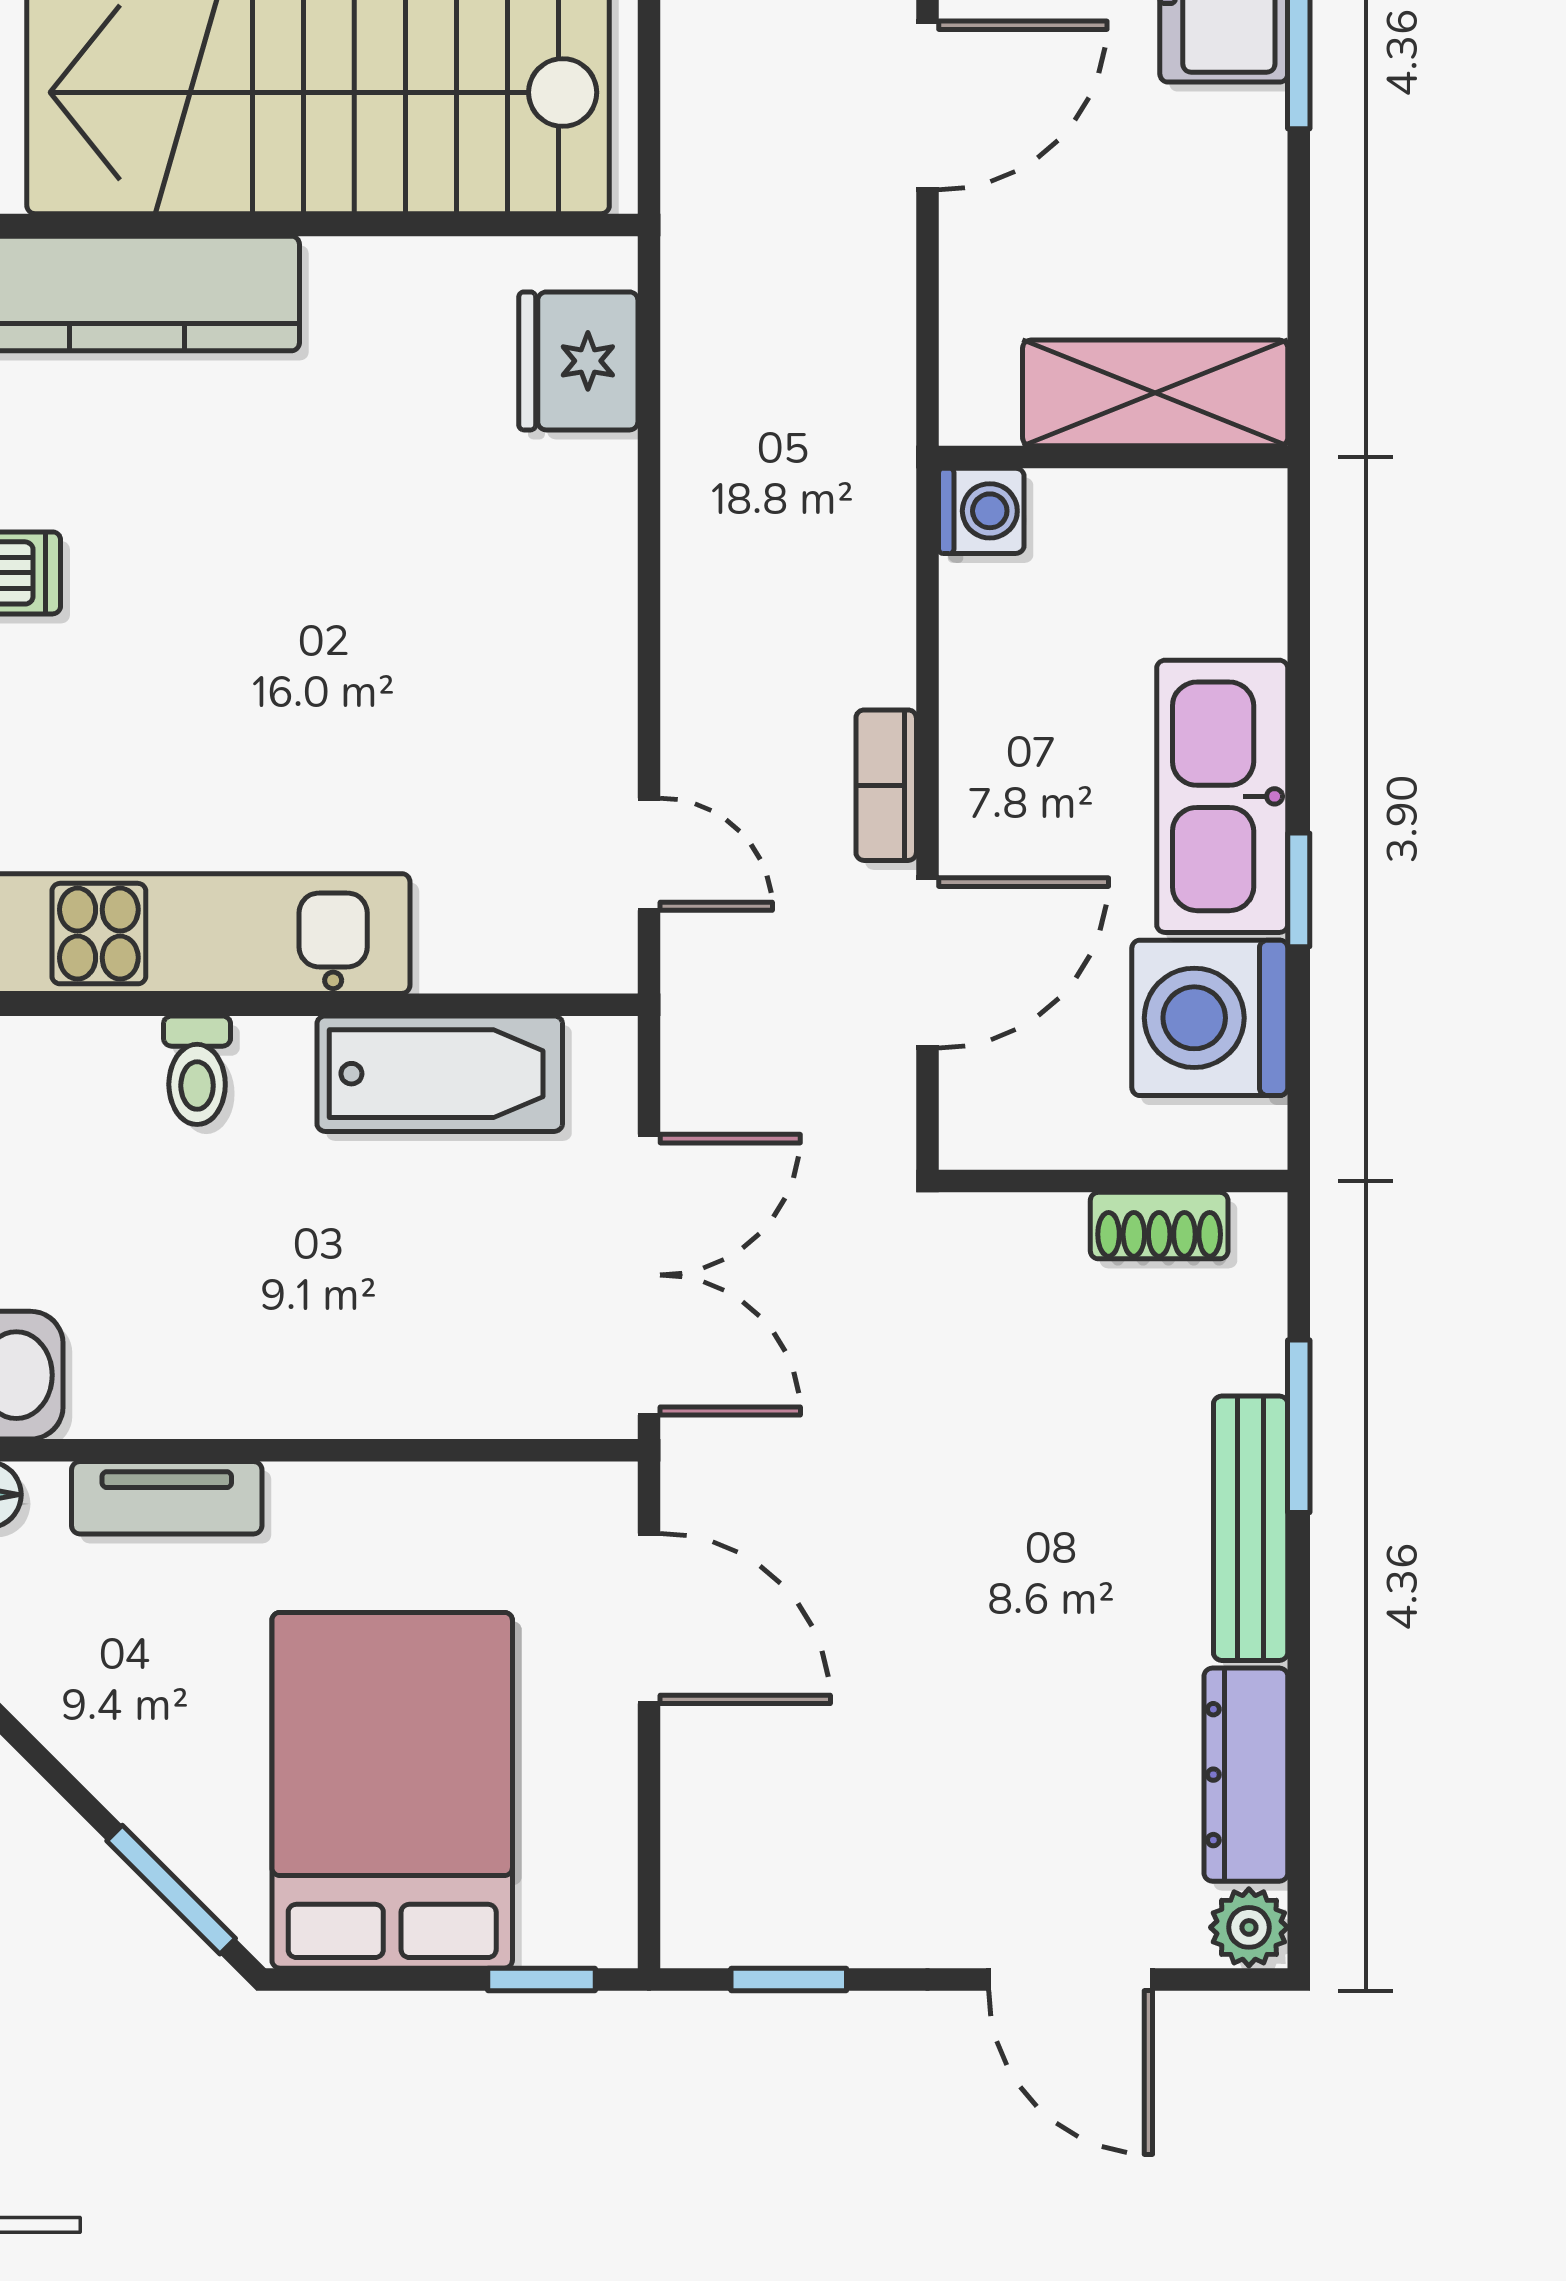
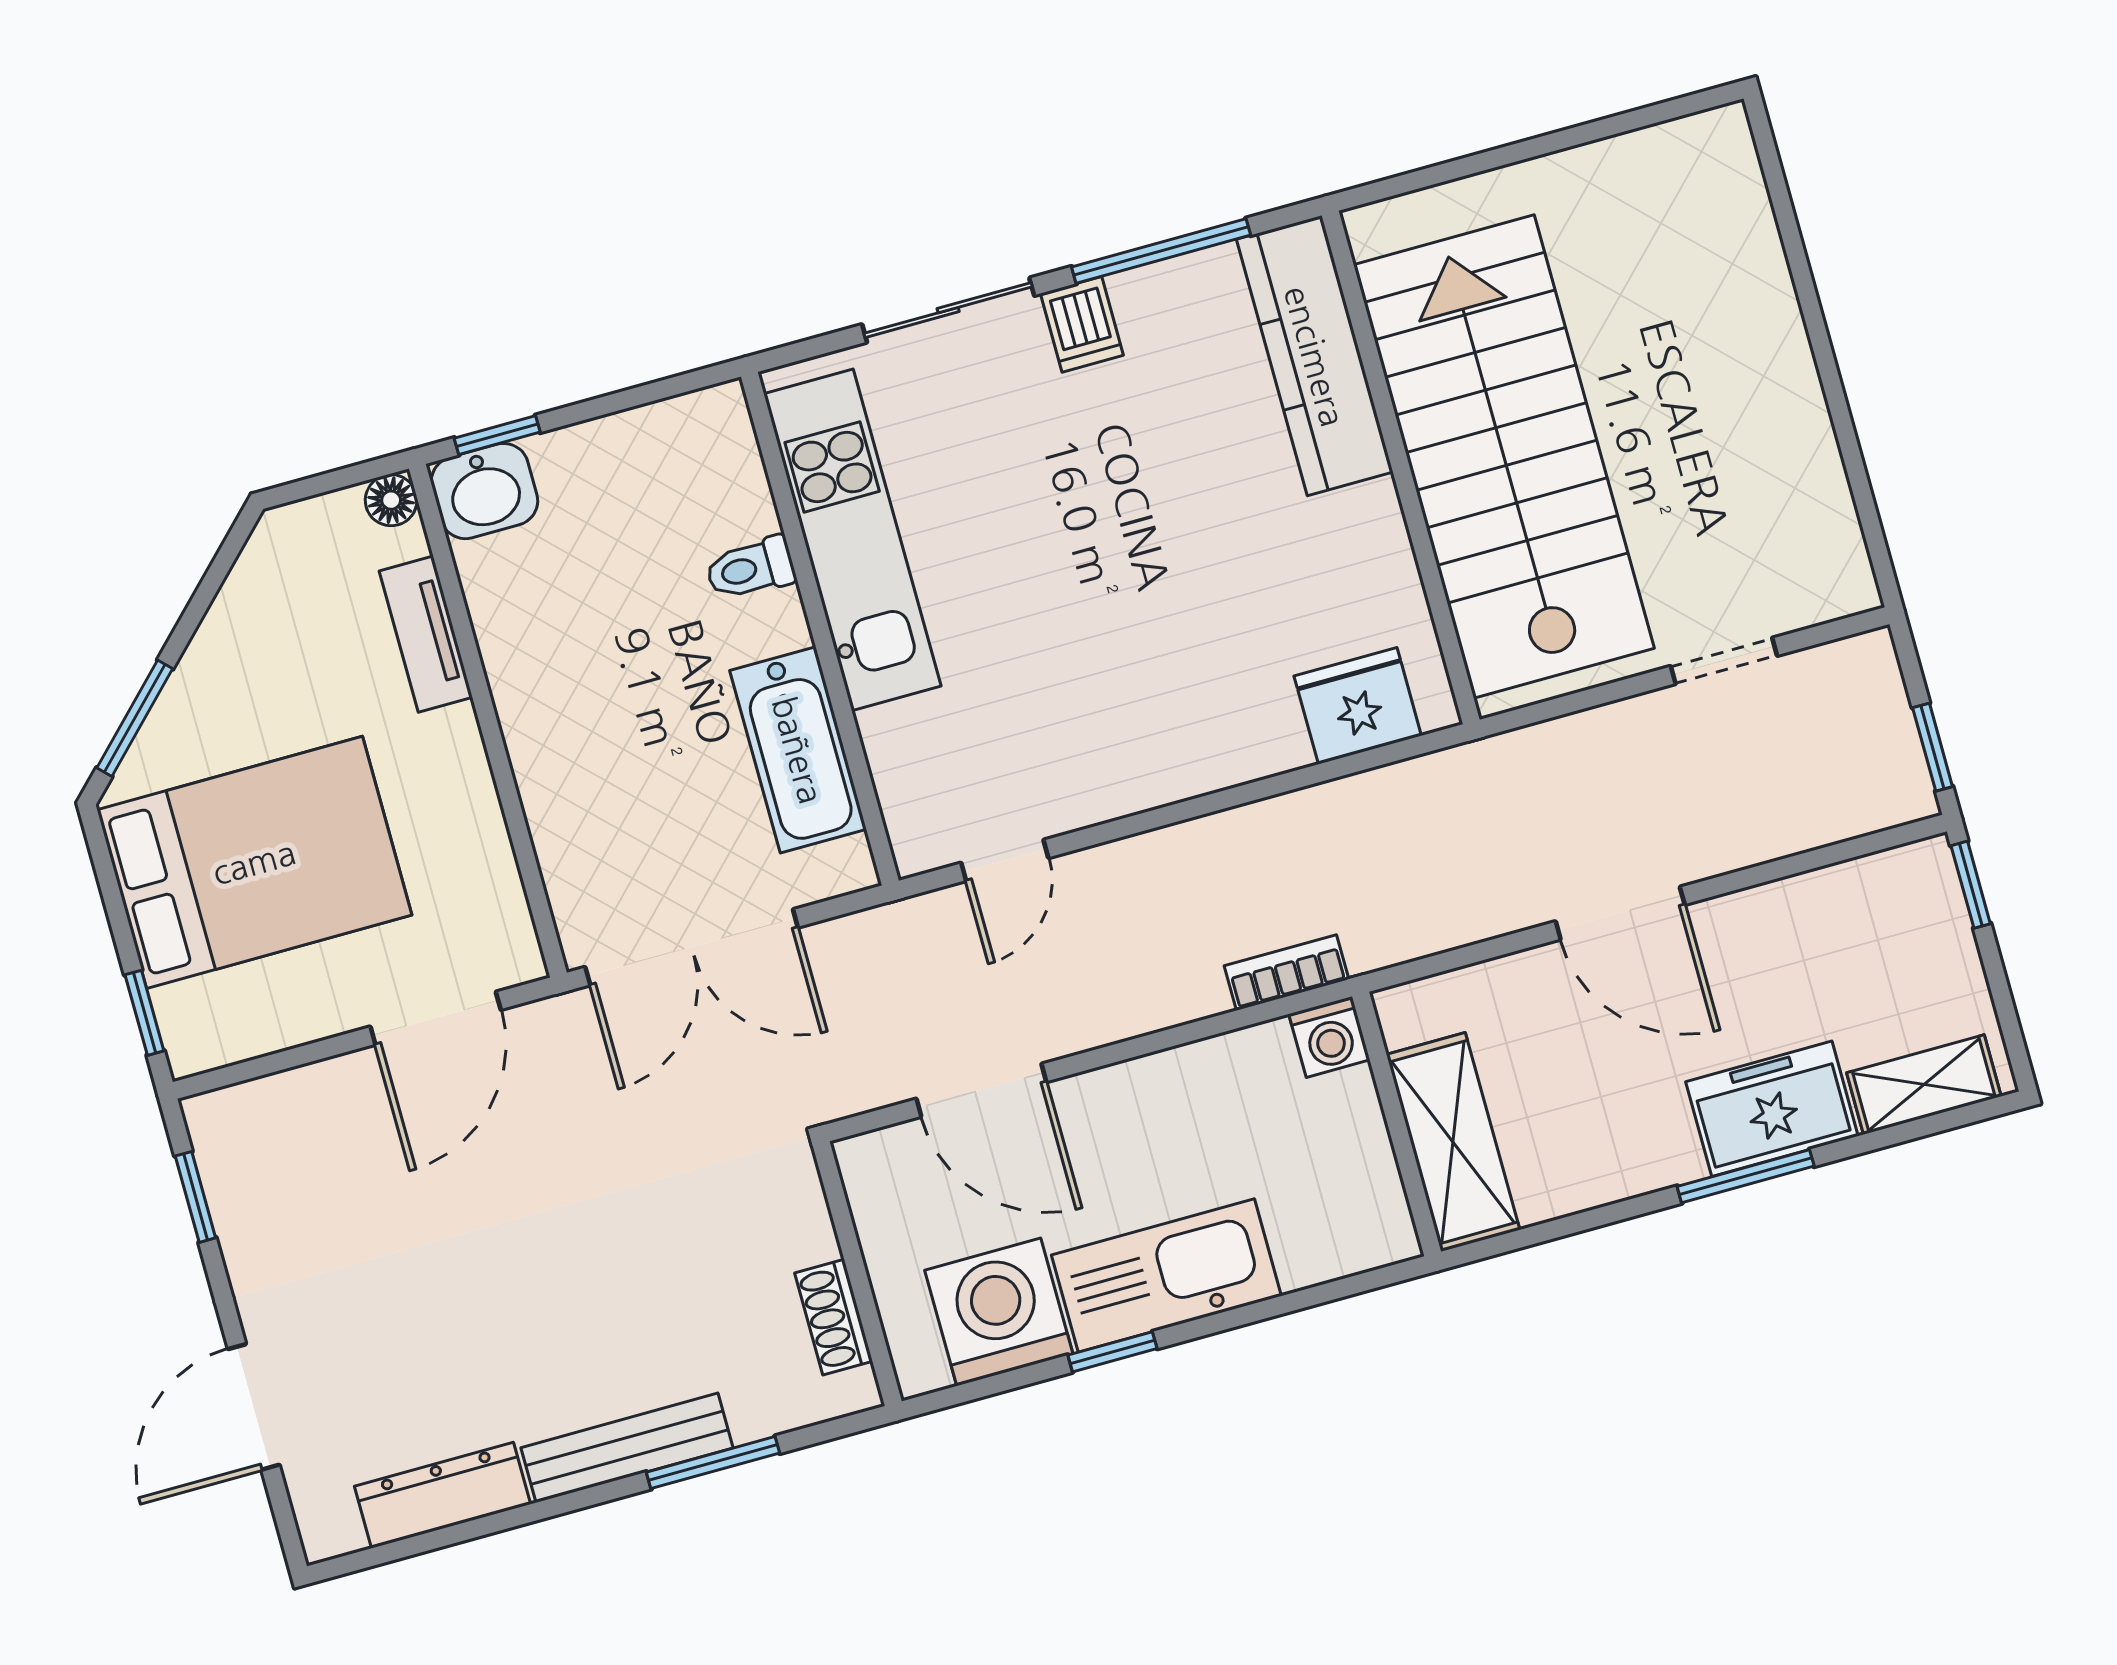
bookcase: (886, 785) -> (1287, 973), moved
plant: (1249, 1927) -> (329, 1529), removed

